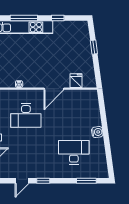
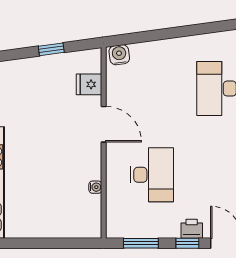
window: (94, 47) -> (51, 49), moved
water cooler: (97, 132) -> (119, 55), moved

